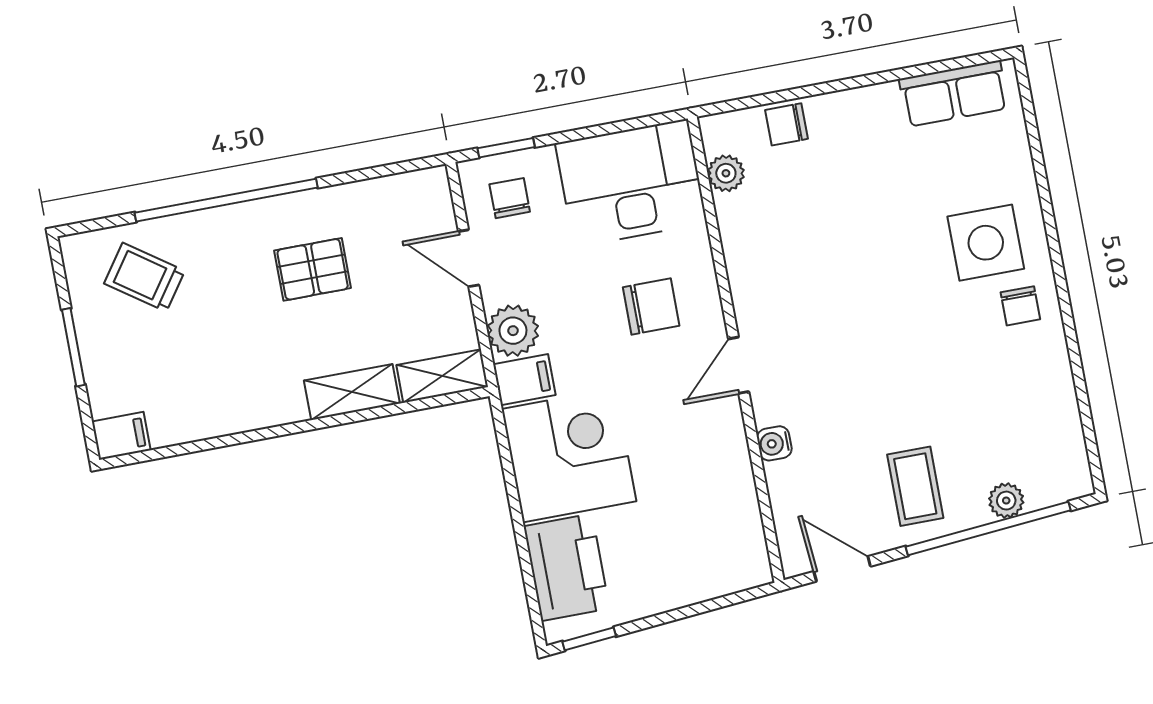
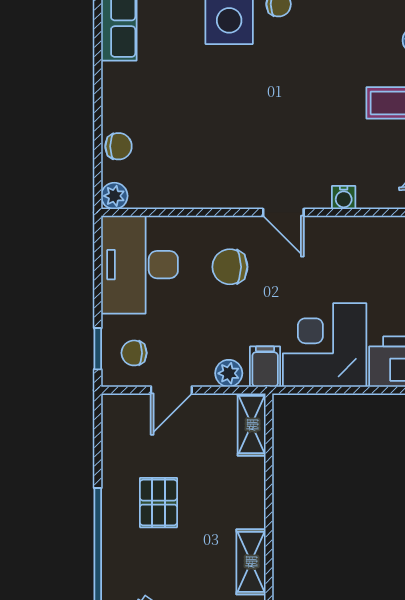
chair: (787, 124) -> (119, 146), turned -90
plant: (726, 173) -> (114, 196), moved
chair: (651, 306) -> (230, 267), turned -90
plant: (513, 331) -> (229, 373), width x0.73, depth x0.73
shelving: (352, 392) -> (251, 562), moved

